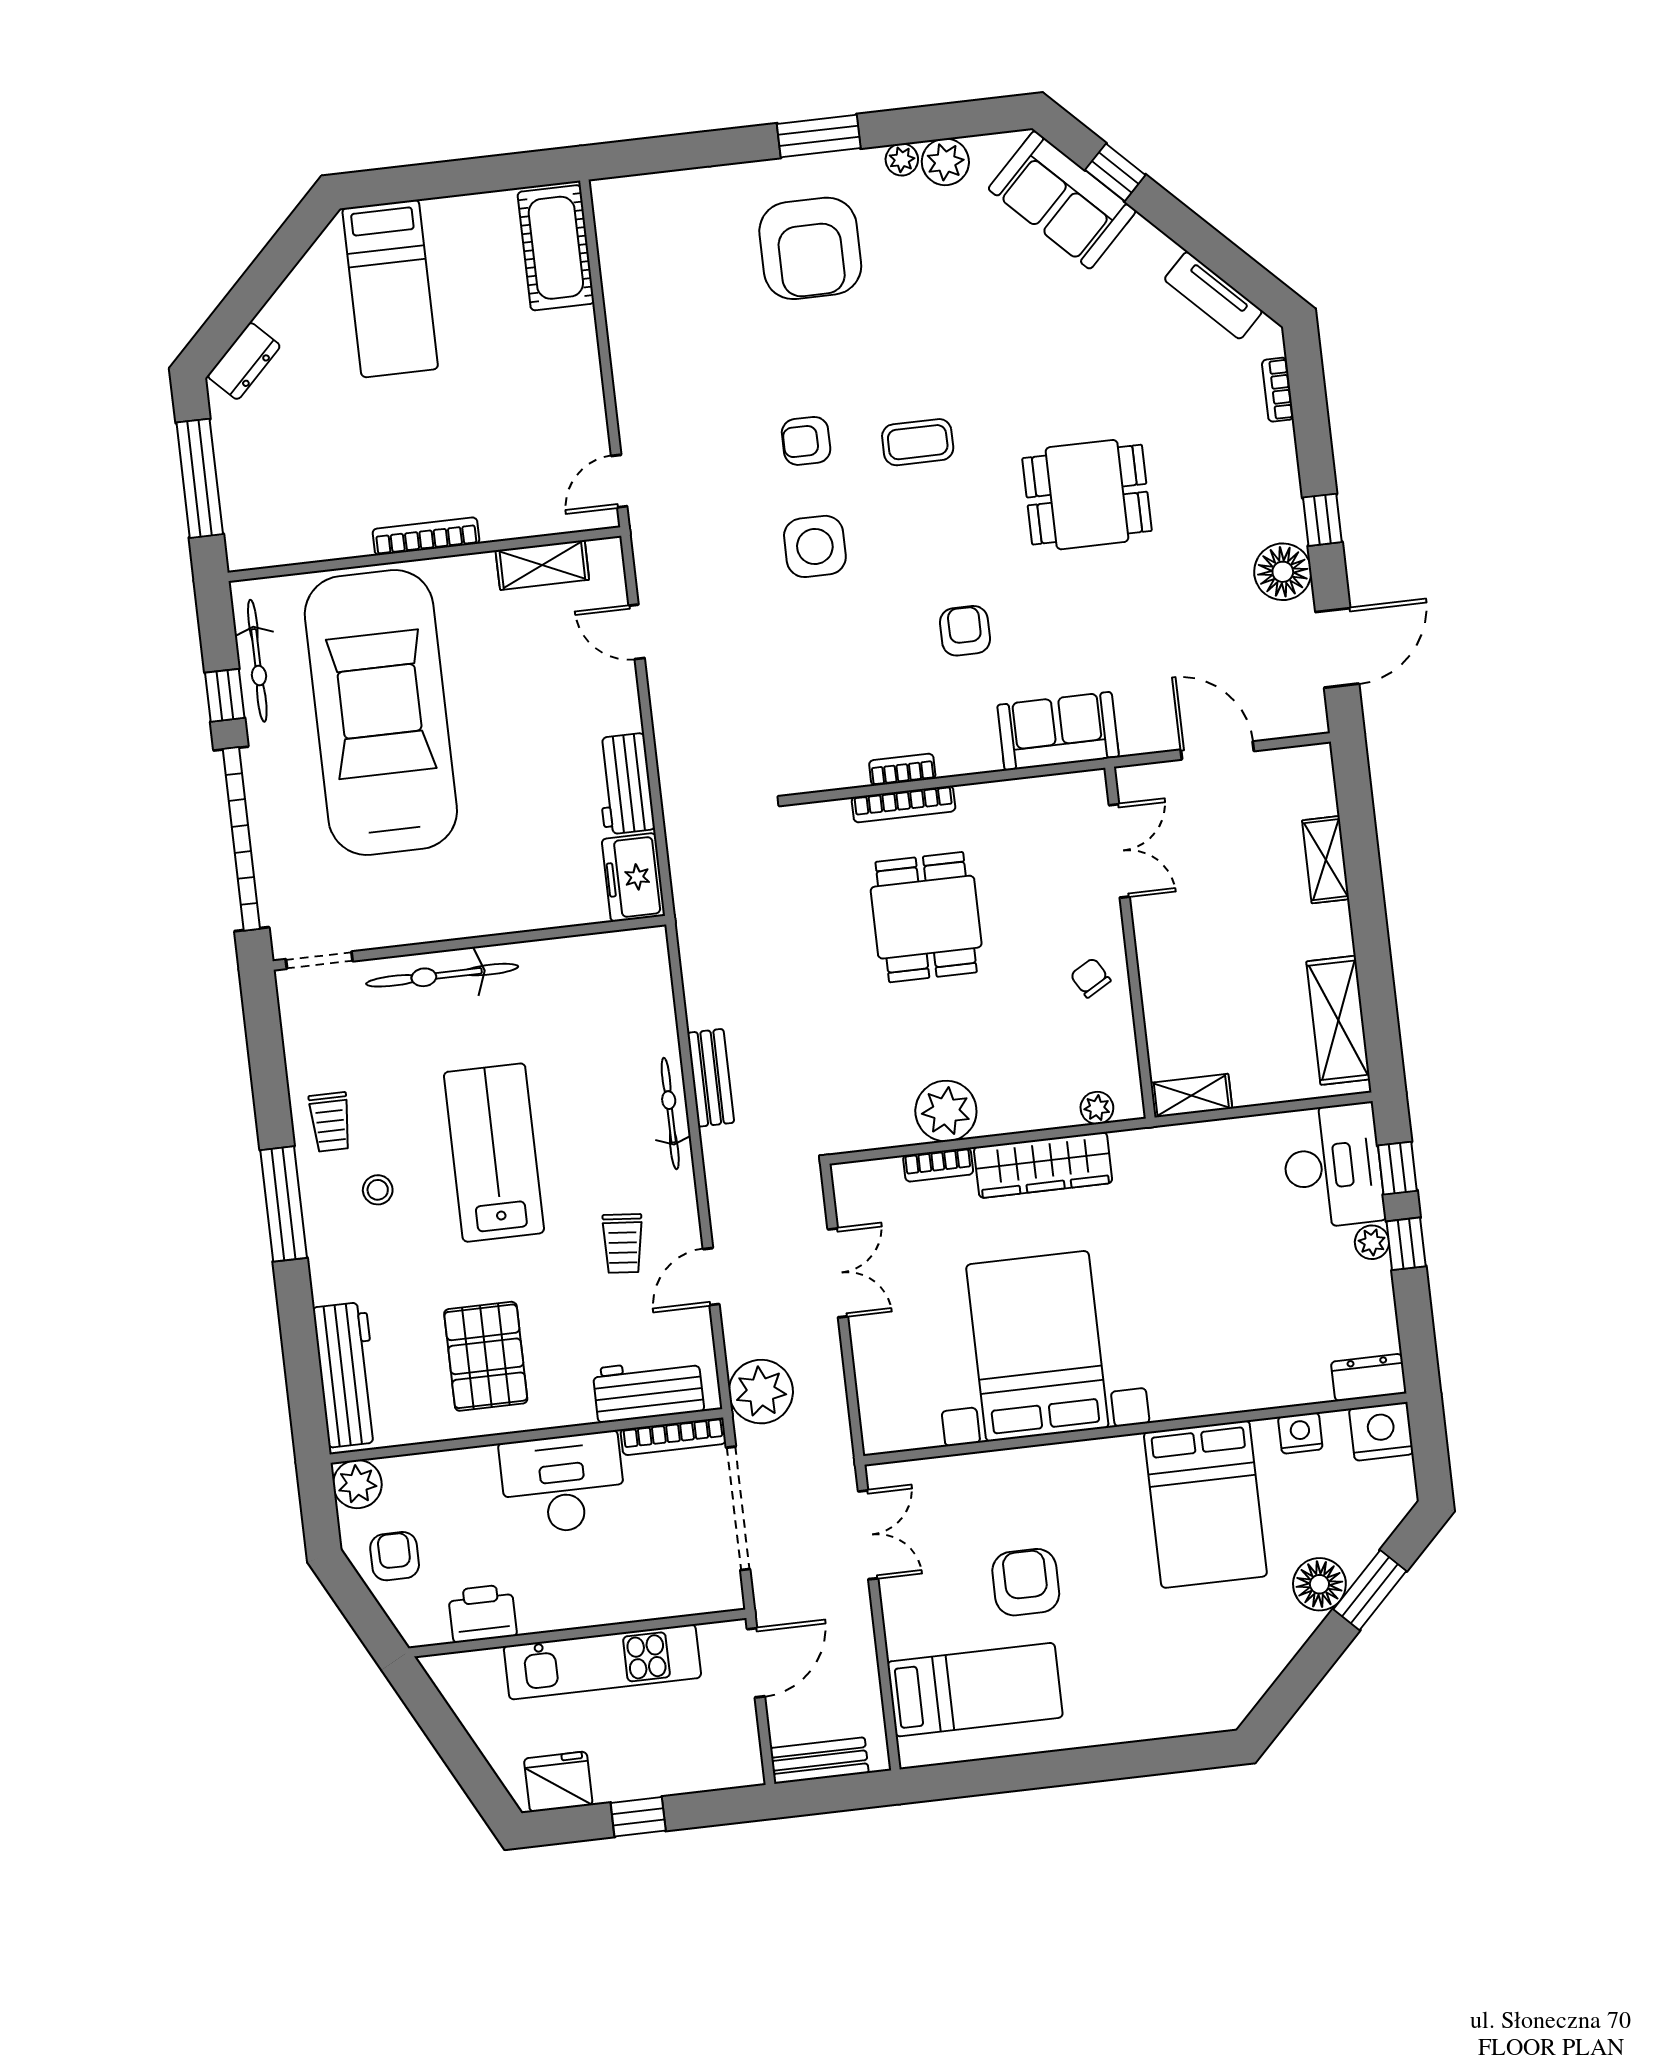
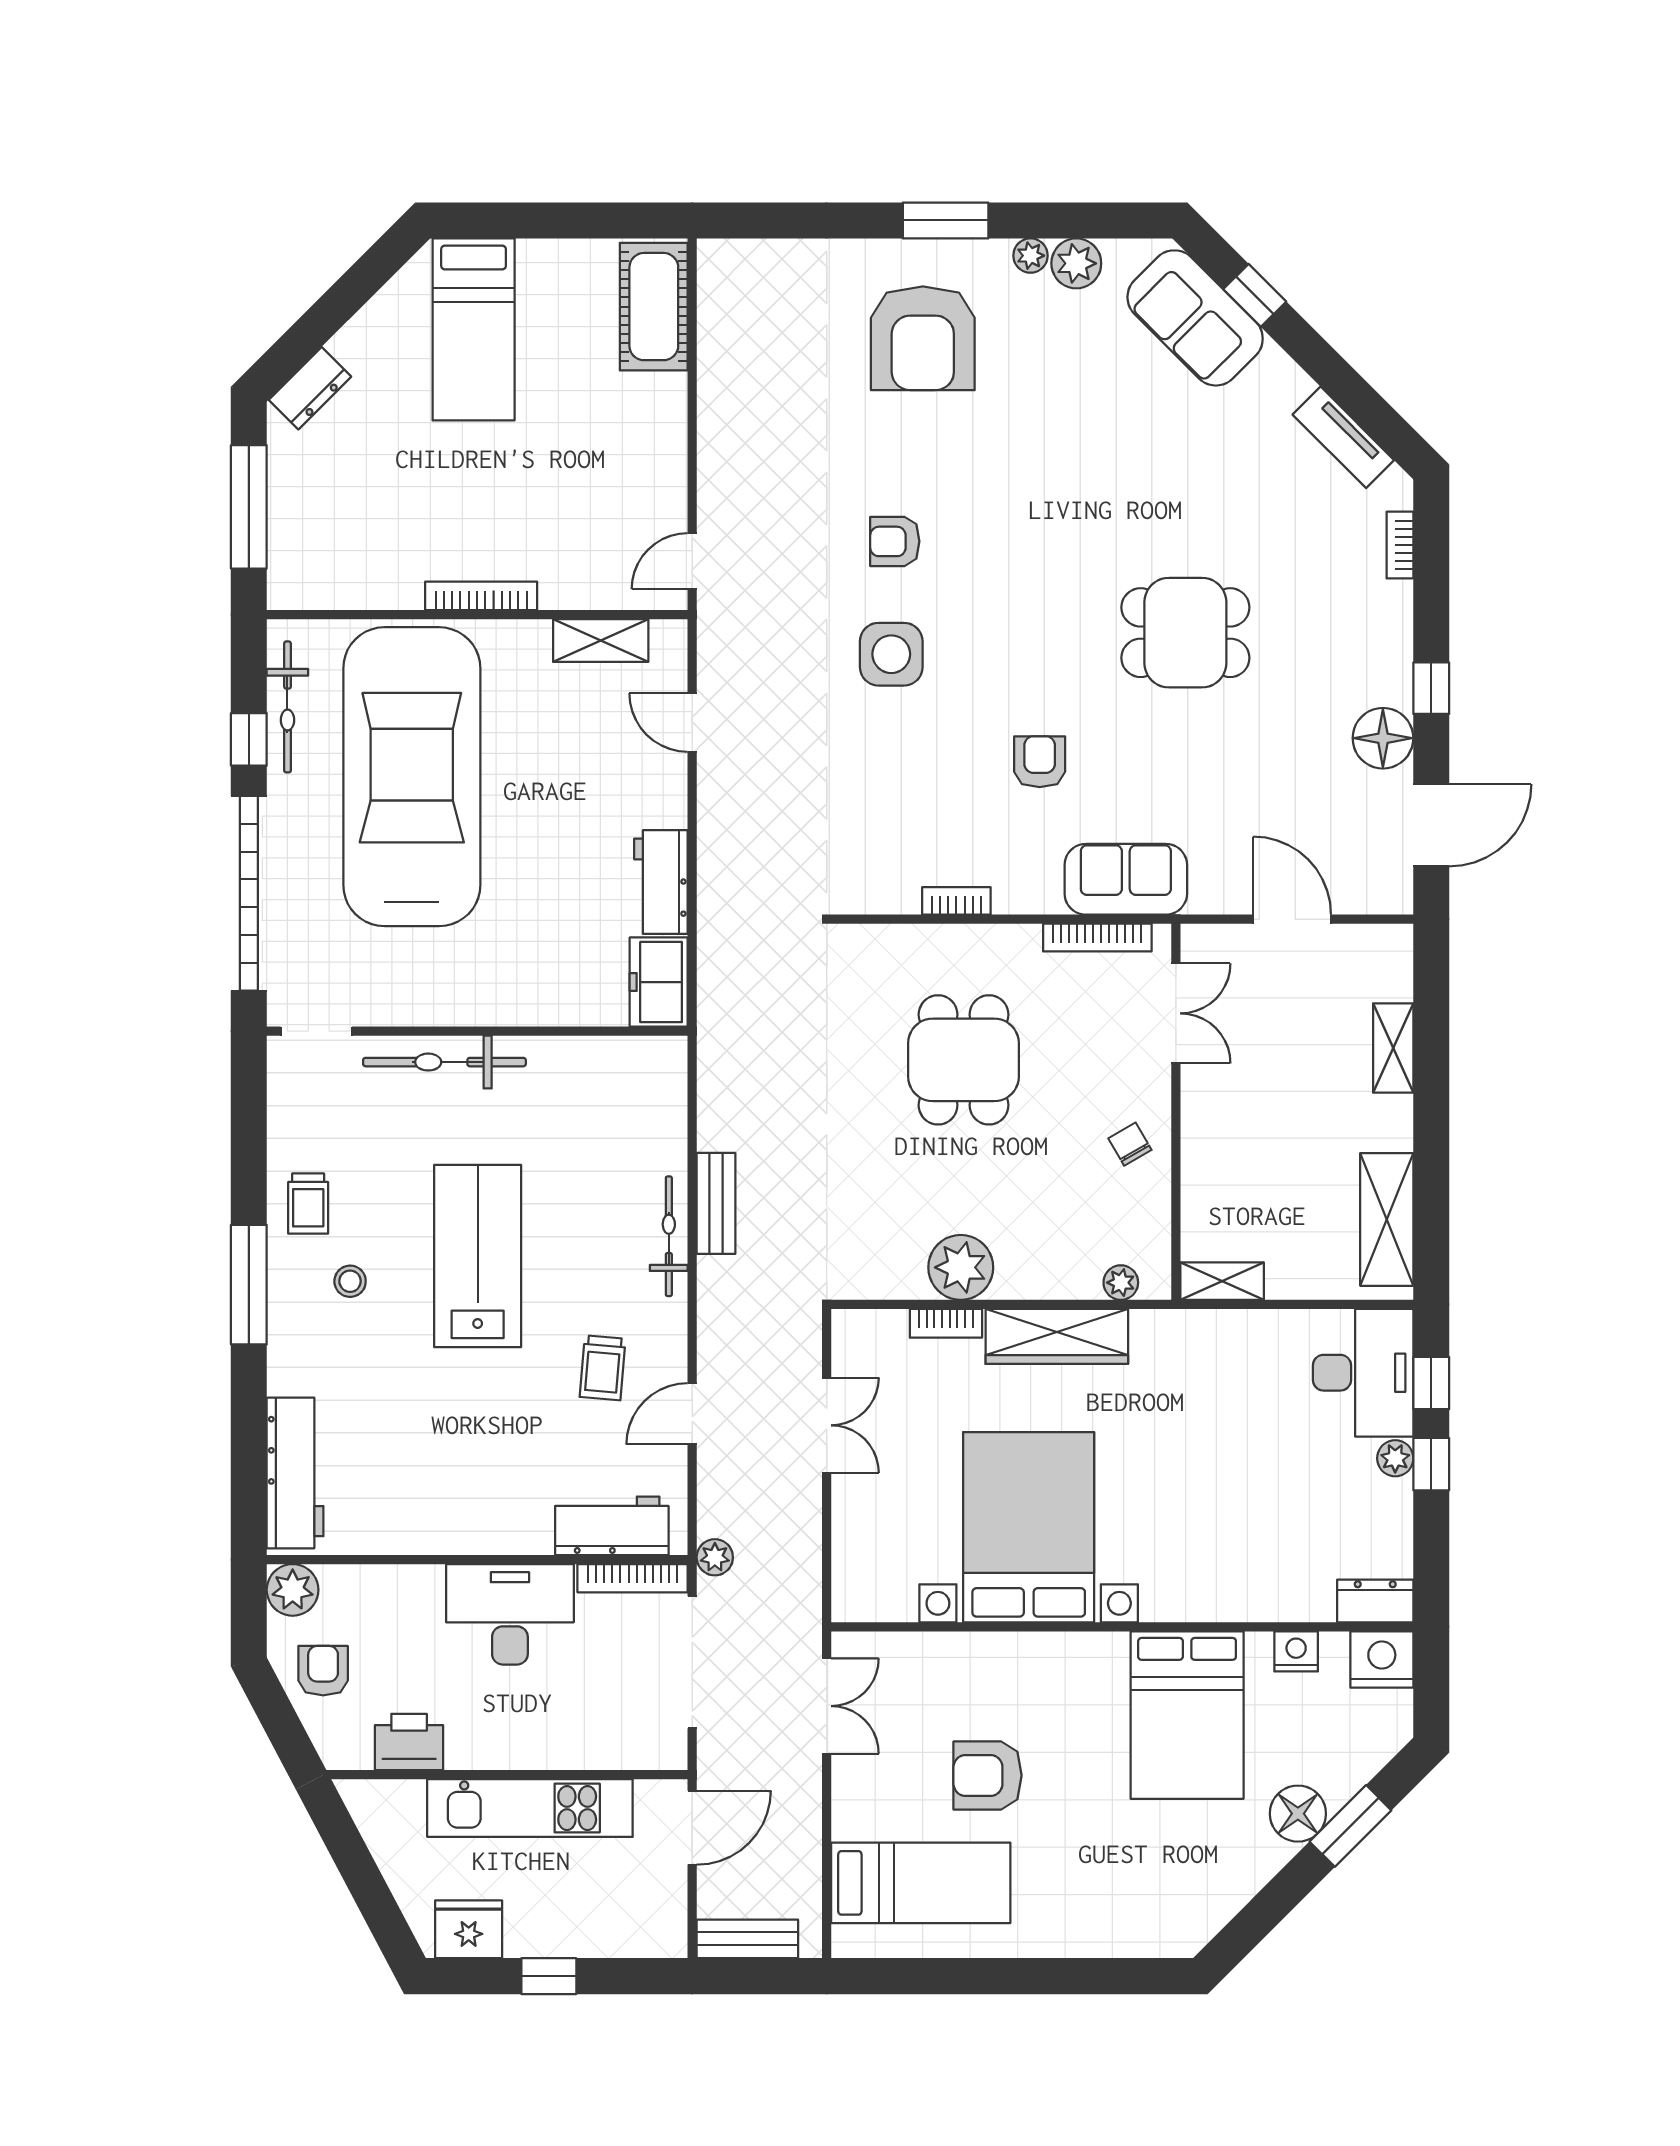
coffee table: (918, 442) -> (1013, 556), removed
bookcase: (904, 804) -> (1097, 938), moved
pallet: (486, 1356) -> (444, 1470), removed
plant: (761, 1392) -> (715, 1557), width x0.53, depth x0.53
armchair: (1026, 1582) -> (987, 1775), turned -90

